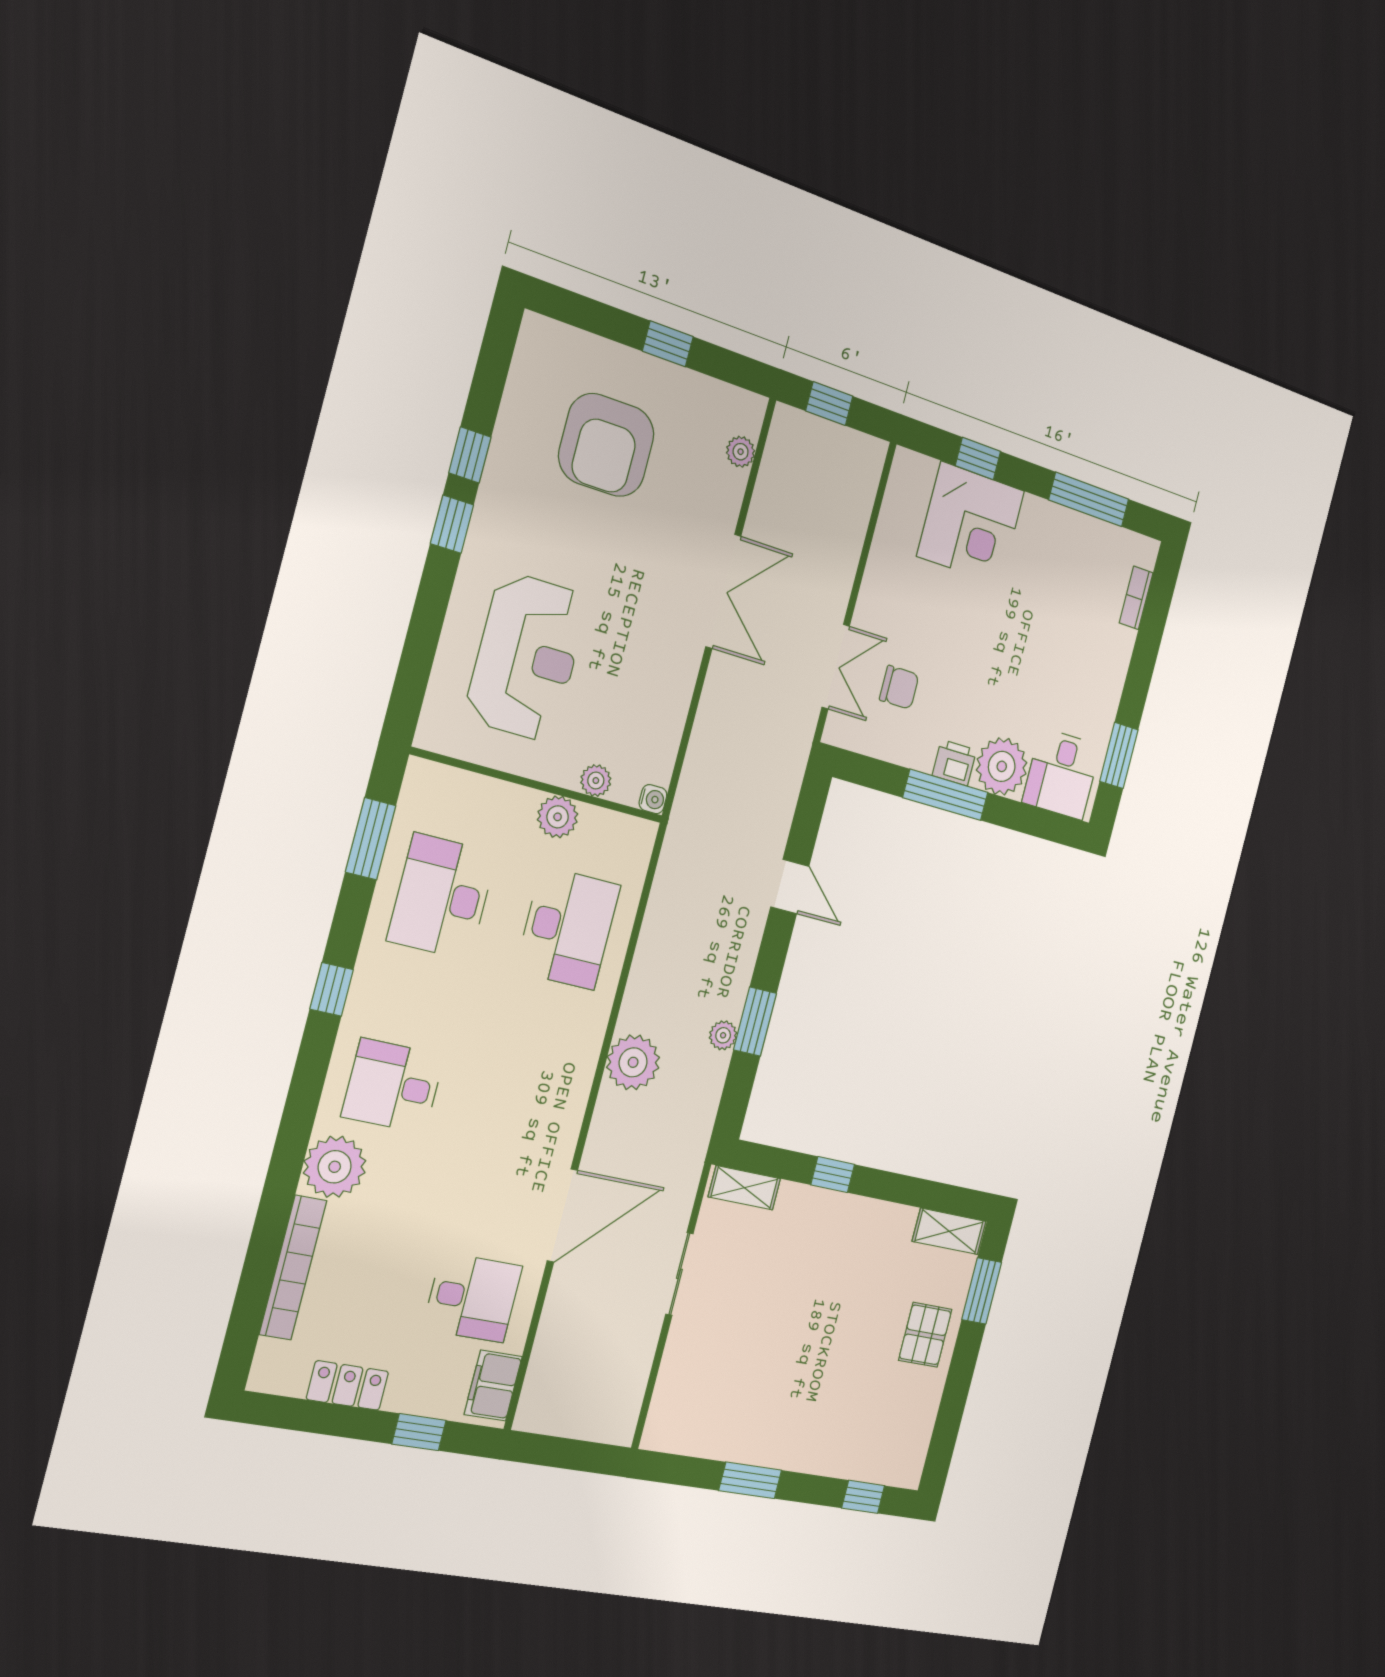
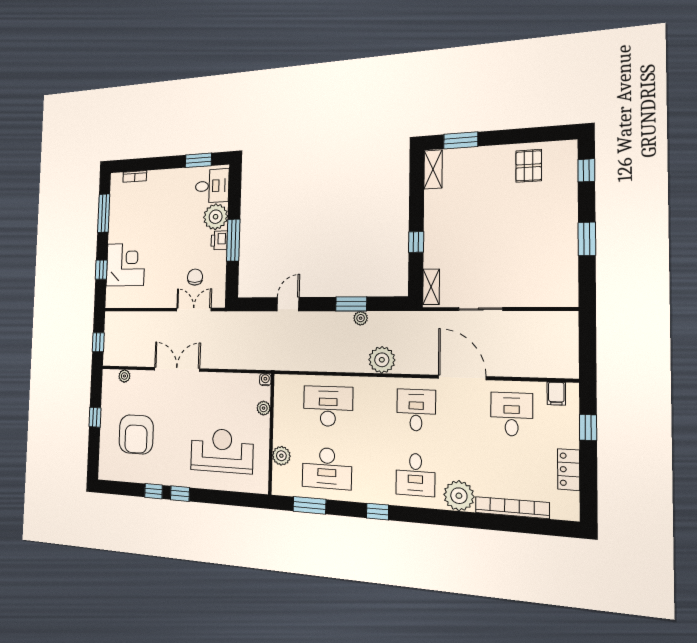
armchair: (606, 445) -> (136, 434), turned 90
plant: (558, 817) -> (281, 456), moved
desk: (520, 1113) -> (416, 410), added
pallet: (925, 1335) -> (529, 166), moved, turned 90
filing cabinet: (493, 1386) -> (556, 394), width x0.50

